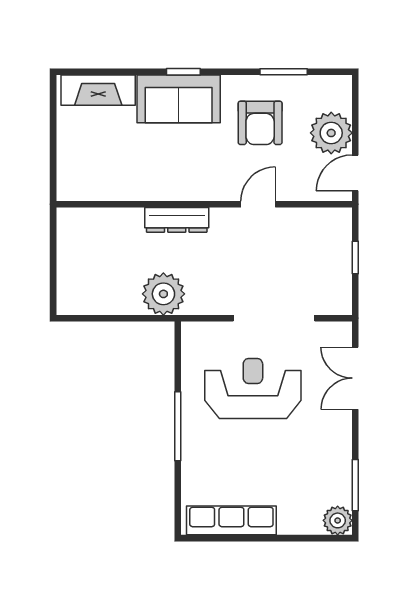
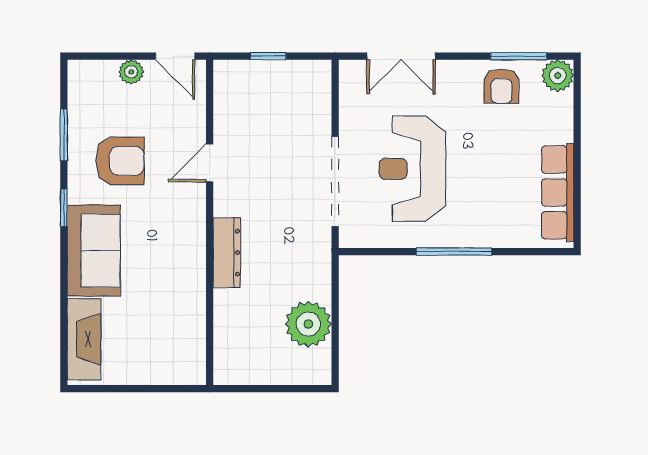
window: (183, 72) -> (64, 208), moved
plant: (331, 133) -> (131, 72), width x0.53, depth x0.53
door: (258, 204) -> (210, 163), hinge flipped
plant: (163, 294) -> (308, 324), moved
doorway: (274, 318) -> (335, 182), moved
armchair: (328, 469) -> (501, 86), added

